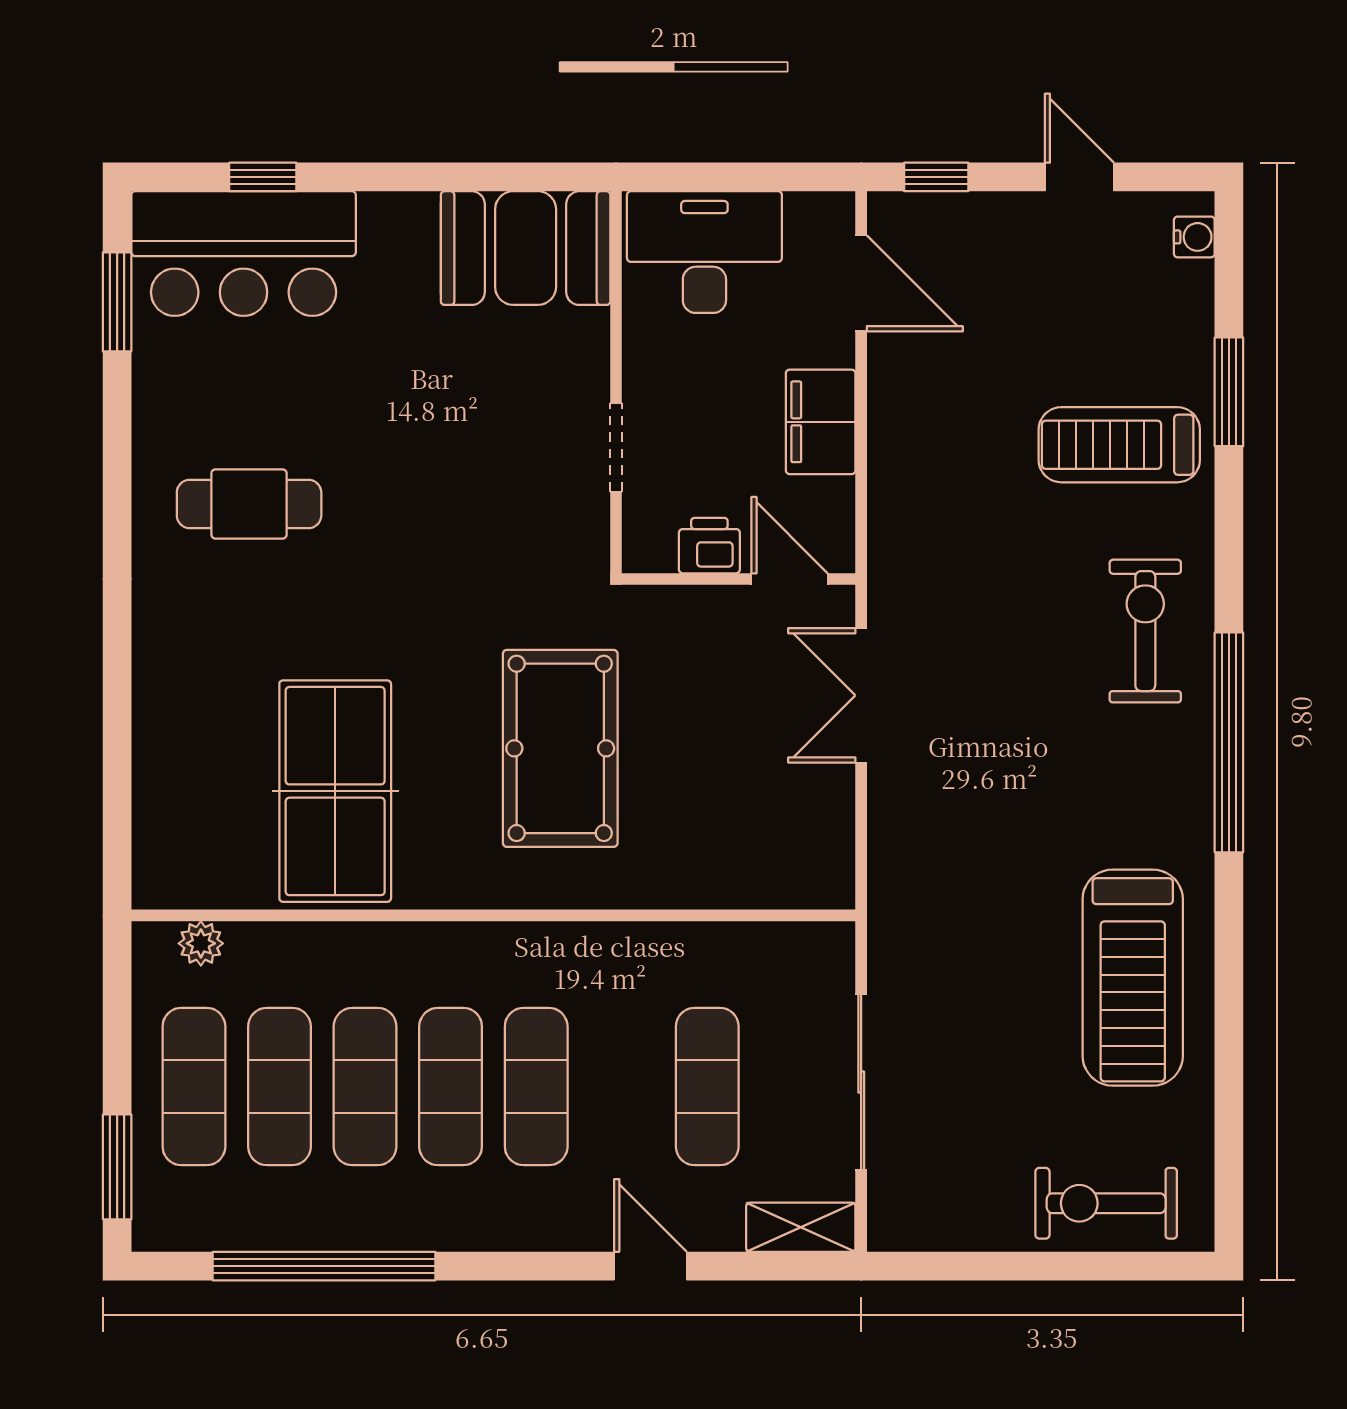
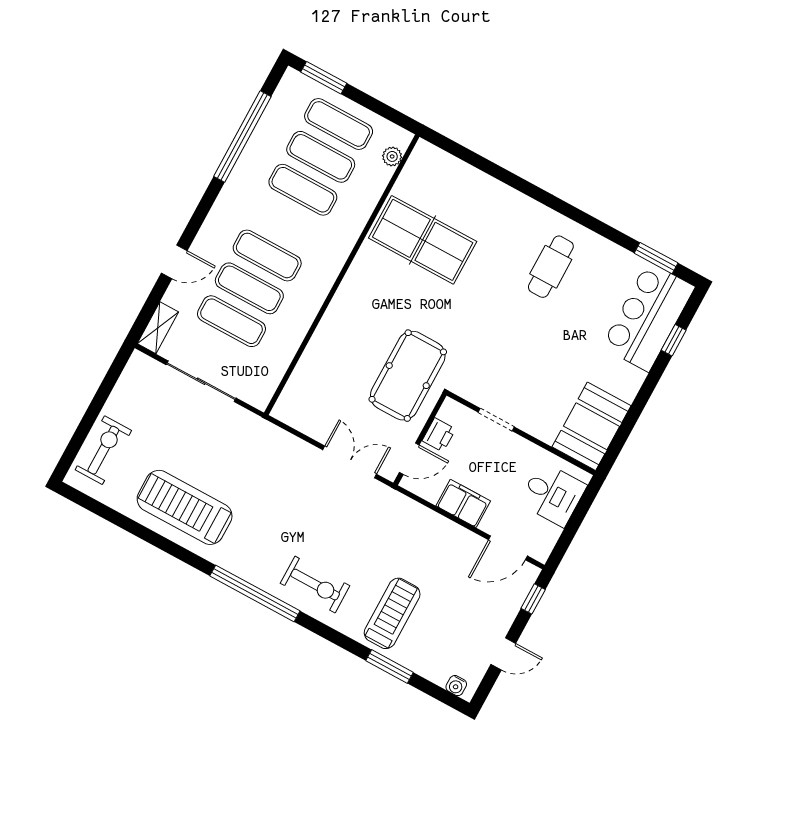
desk: (704, 252) -> (553, 494), width x0.73
pool table: (560, 748) -> (408, 376), moved, turned 90
exercise mat: (451, 1086) -> (249, 288), moved

